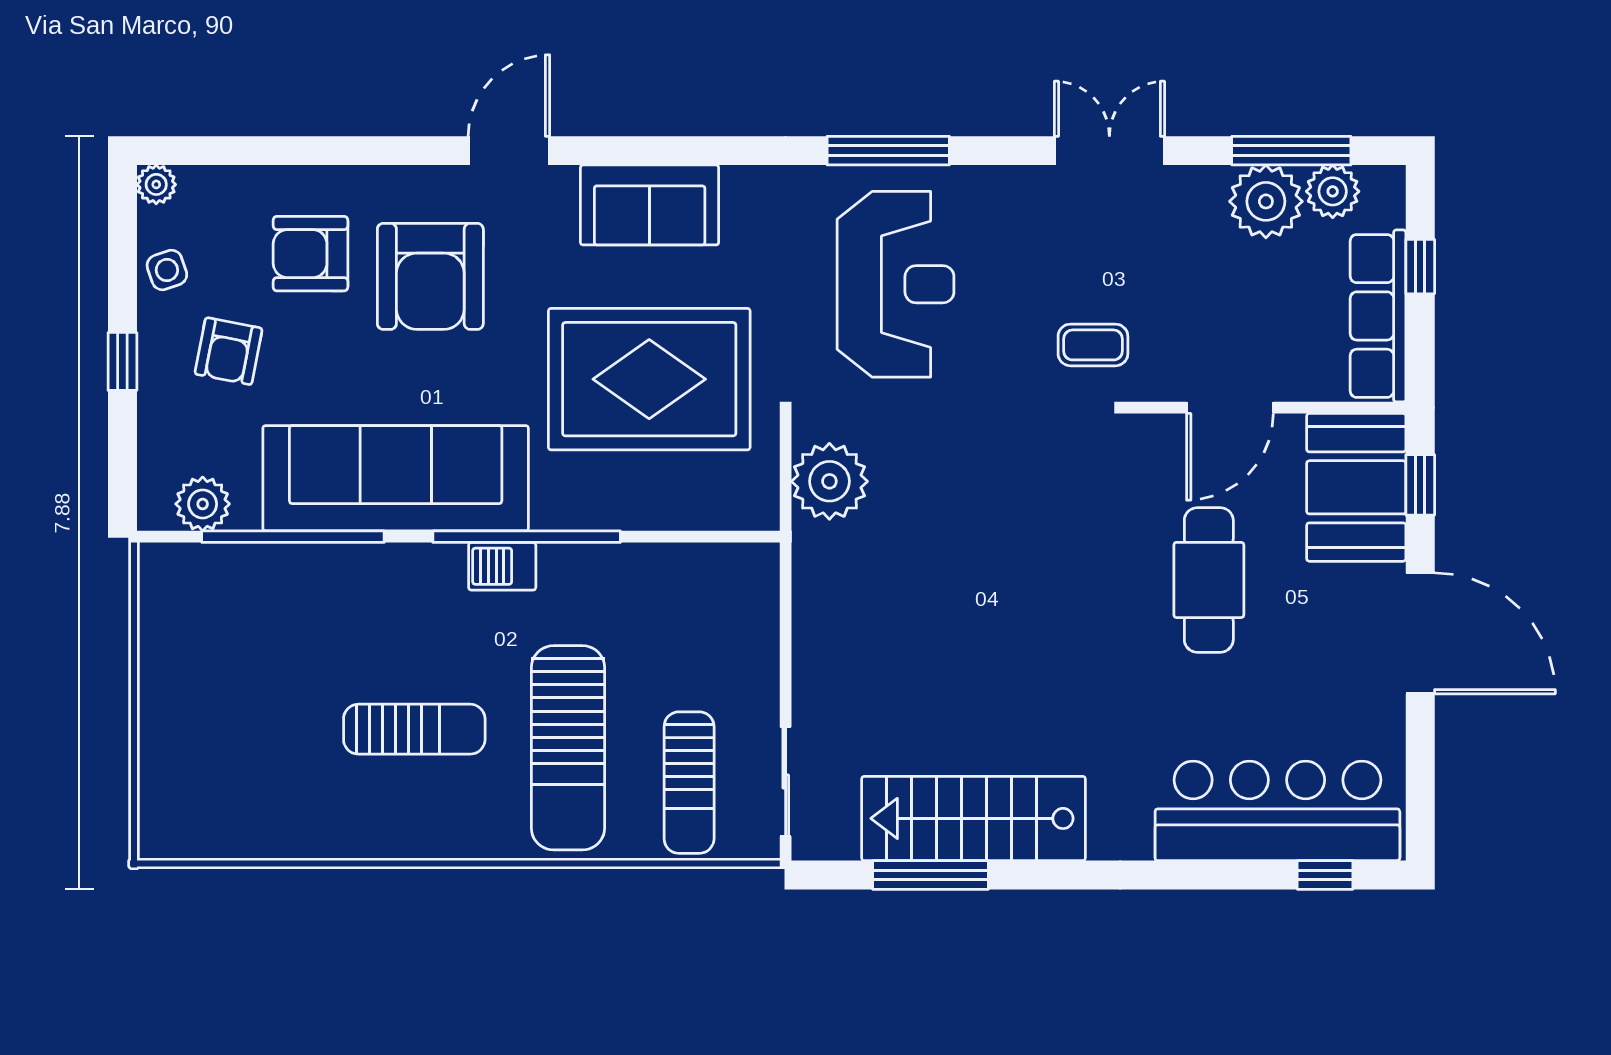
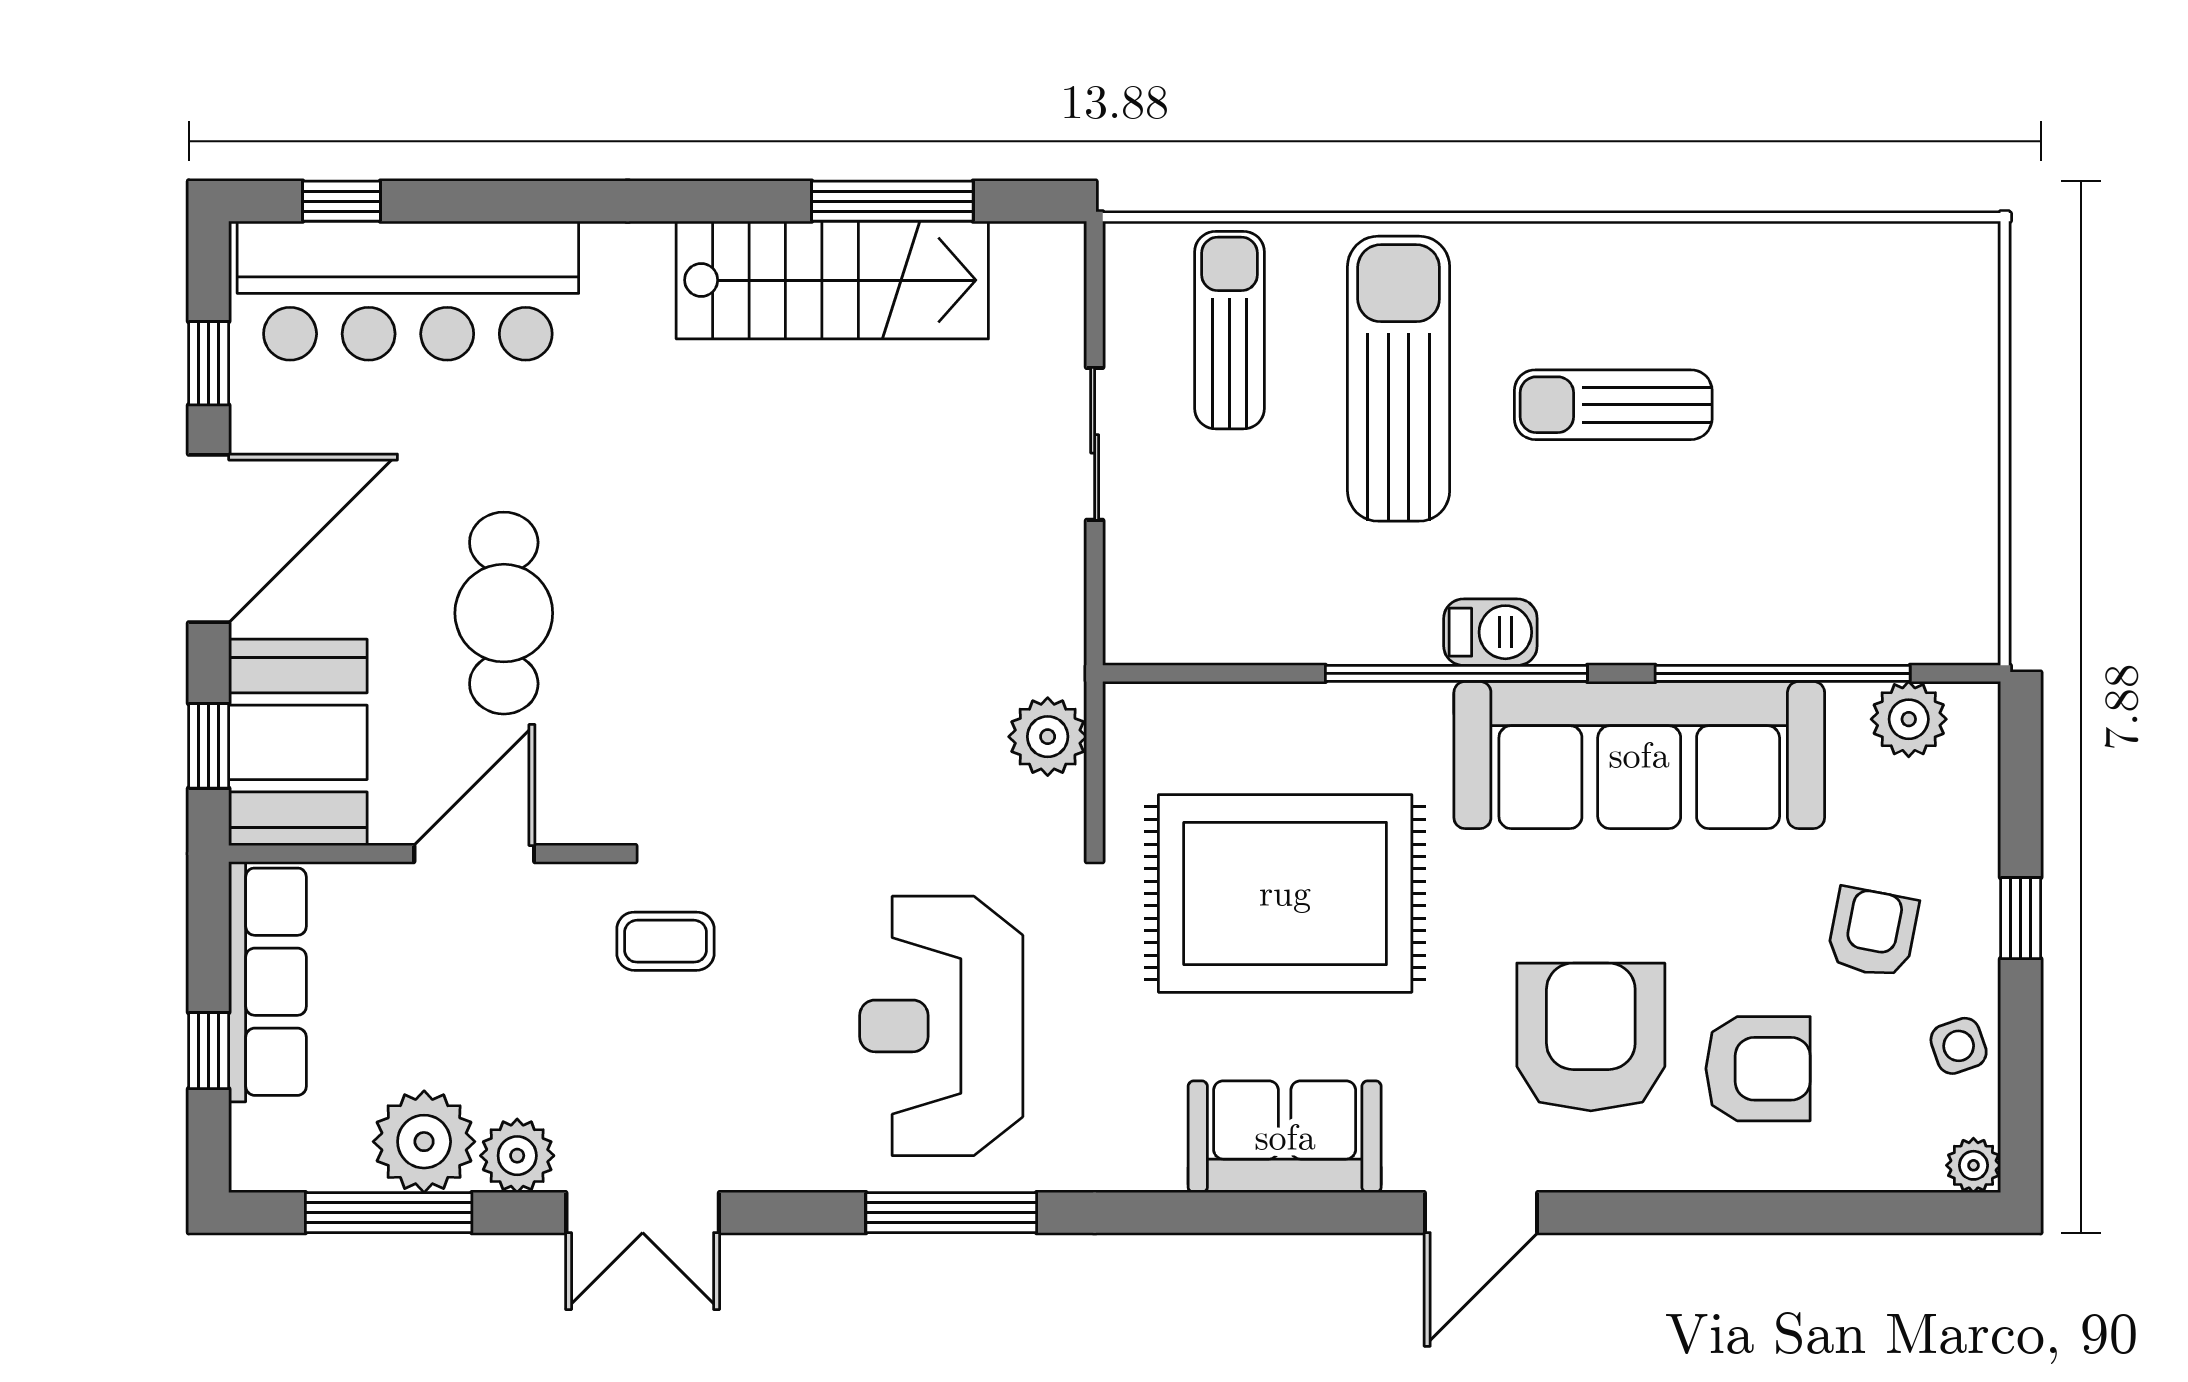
plant: (1333, 191) -> (517, 1156), moved
plant: (829, 481) -> (1048, 737), width x0.73, depth x0.73
door: (1420, 633) -> (209, 538), swing flipped
window: (1420, 759) -> (209, 363), added
sliding door: (786, 782) -> (1095, 444), moved

